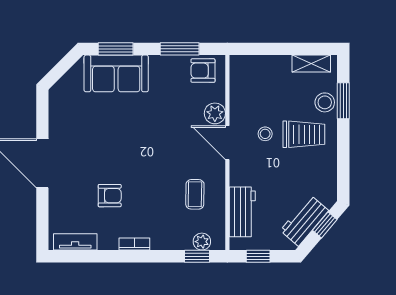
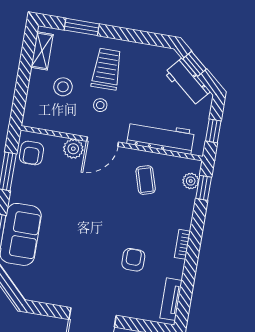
stool: (325, 102) -> (63, 87), moved
coffee table: (195, 194) -> (146, 180), turned 72
workbench: (242, 212) -> (161, 137), width x1.38

